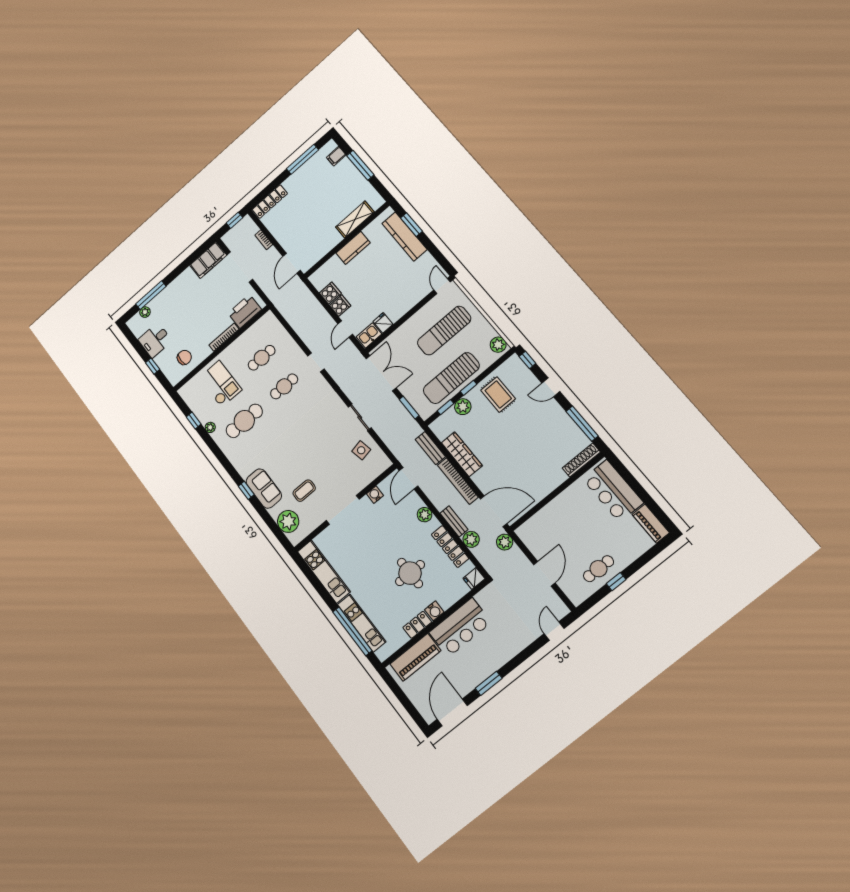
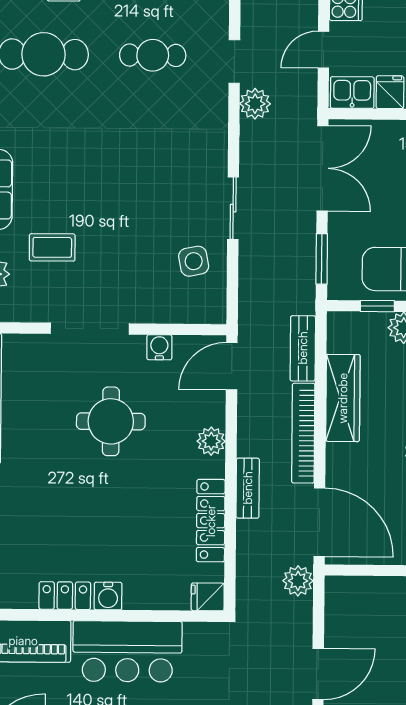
plant: (471, 539) -> (255, 104), moved
round table: (410, 573) -> (111, 421), moved

